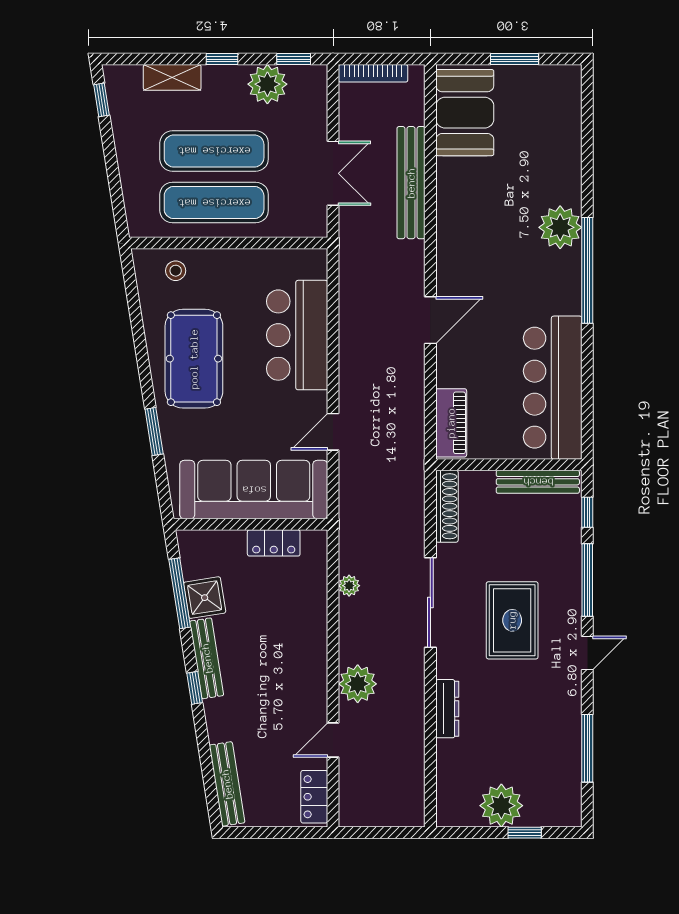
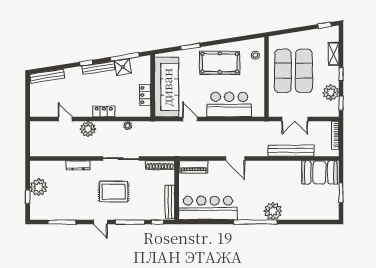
locker: (314, 797) -> (104, 111), moved

